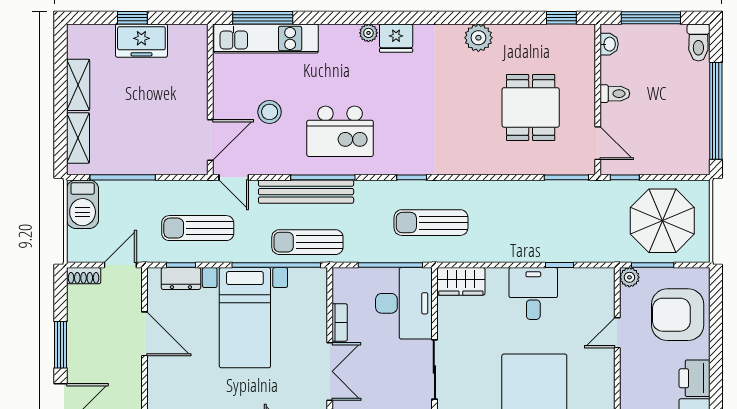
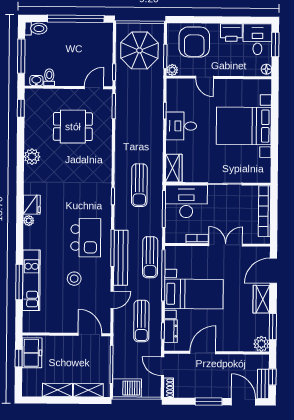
toilet: (615, 94) -> (49, 77), moved
wall: (210, 99) -> (66, 334), moved
door: (210, 140) -> (90, 335), moved

